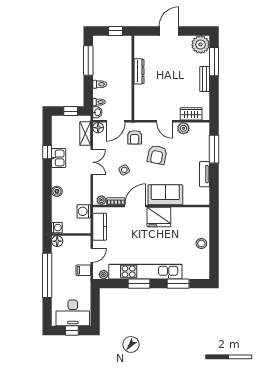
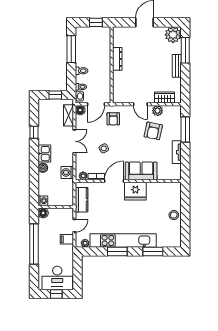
armchair: (157, 155) -> (153, 131), moved
kitchen sink: (59, 158) -> (44, 154), moved
washing machine: (84, 211) -> (67, 172), moved

